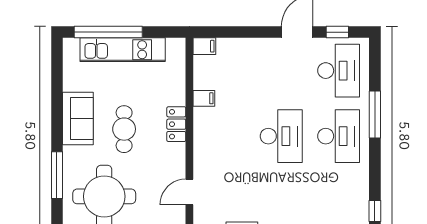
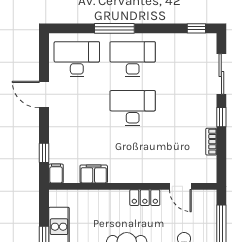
window: (337, 32) -> (44, 153), moved
filing cabinet: (204, 98) -> (94, 174), width x2.00
locker: (176, 124) -> (145, 198), moved

